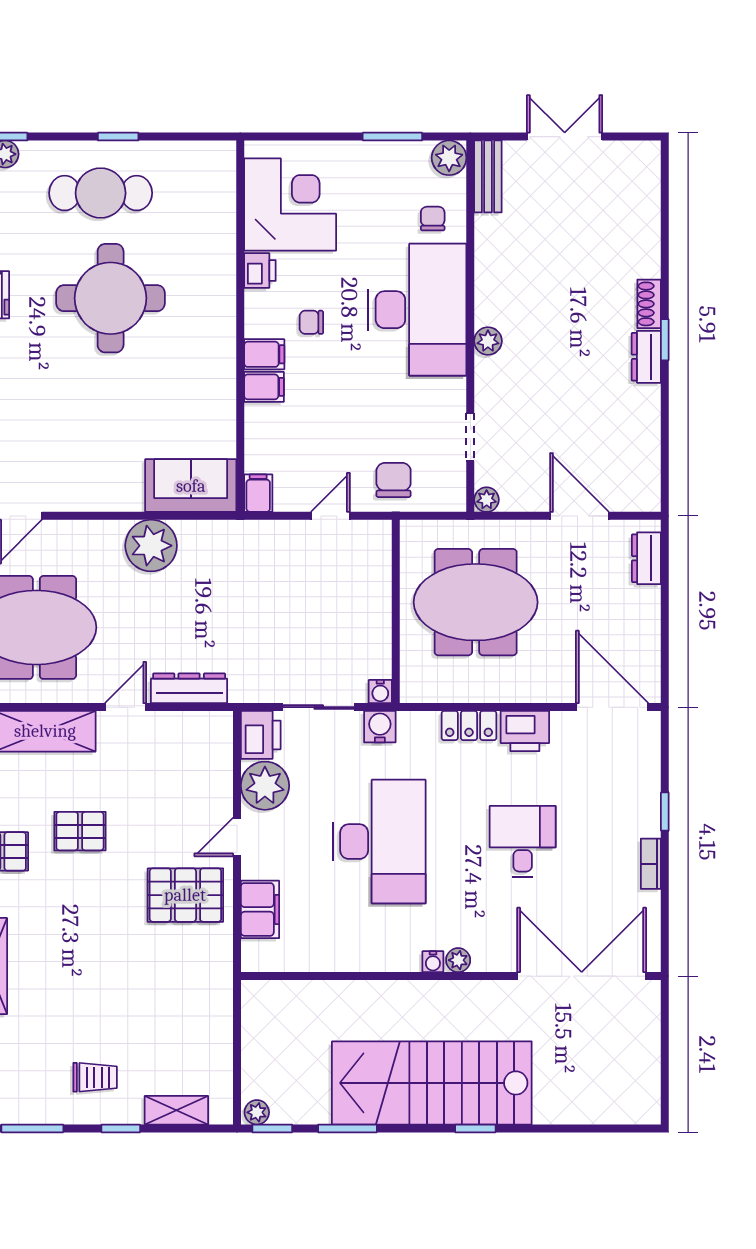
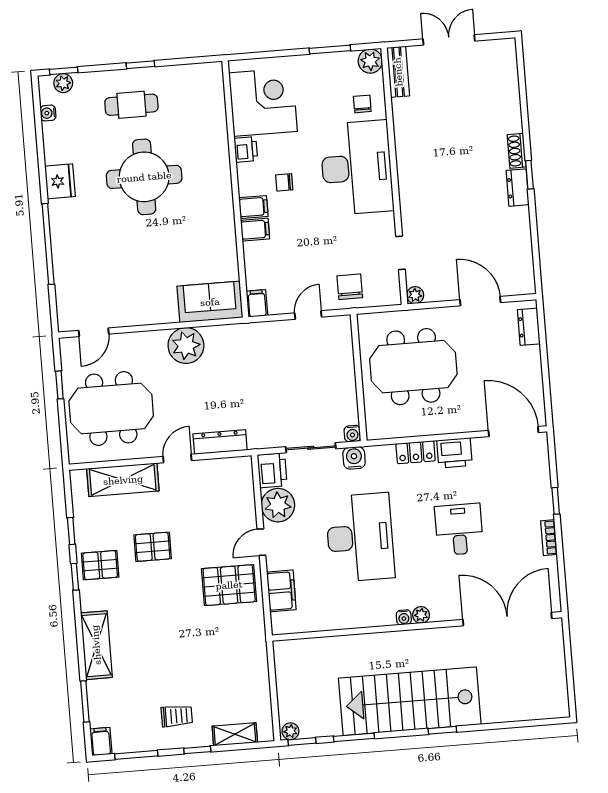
cafe table: (101, 193) -> (131, 105), width x0.73, depth x0.74
plant: (488, 341) -> (407, 185), removed

